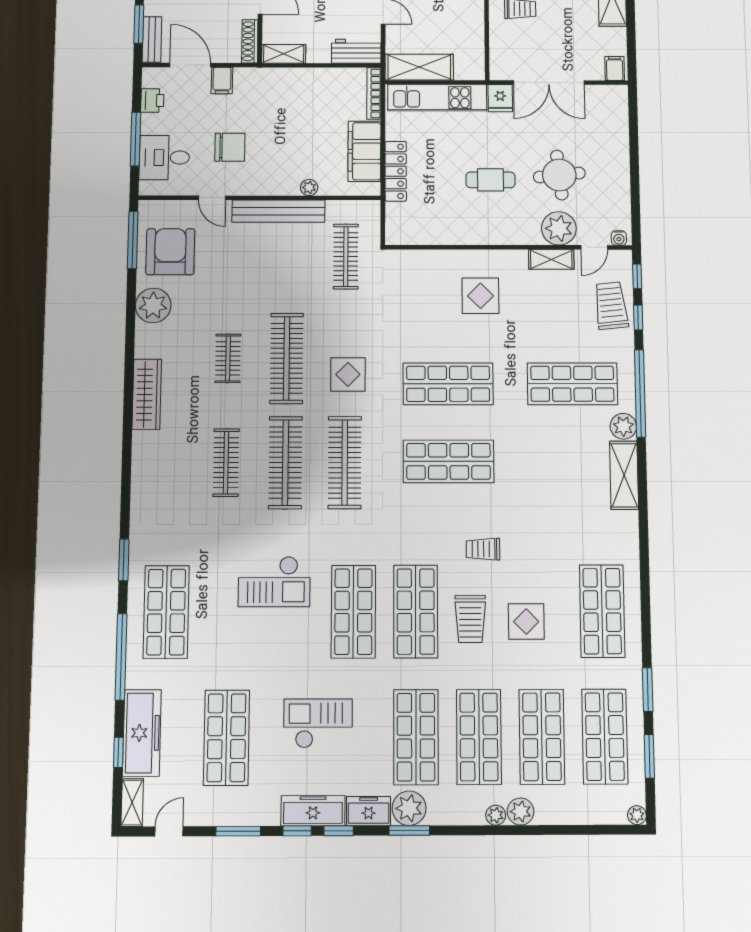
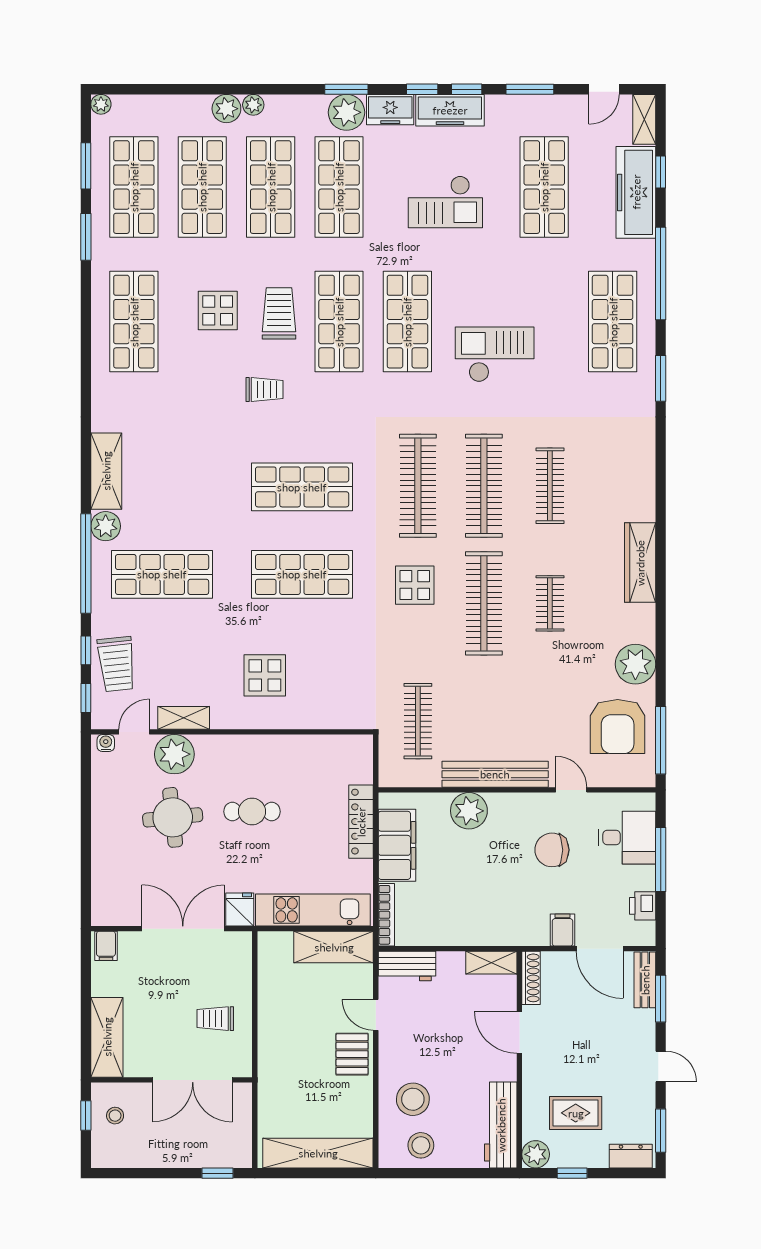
plant: (309, 187) -> (469, 811), width x1.88, depth x1.88

